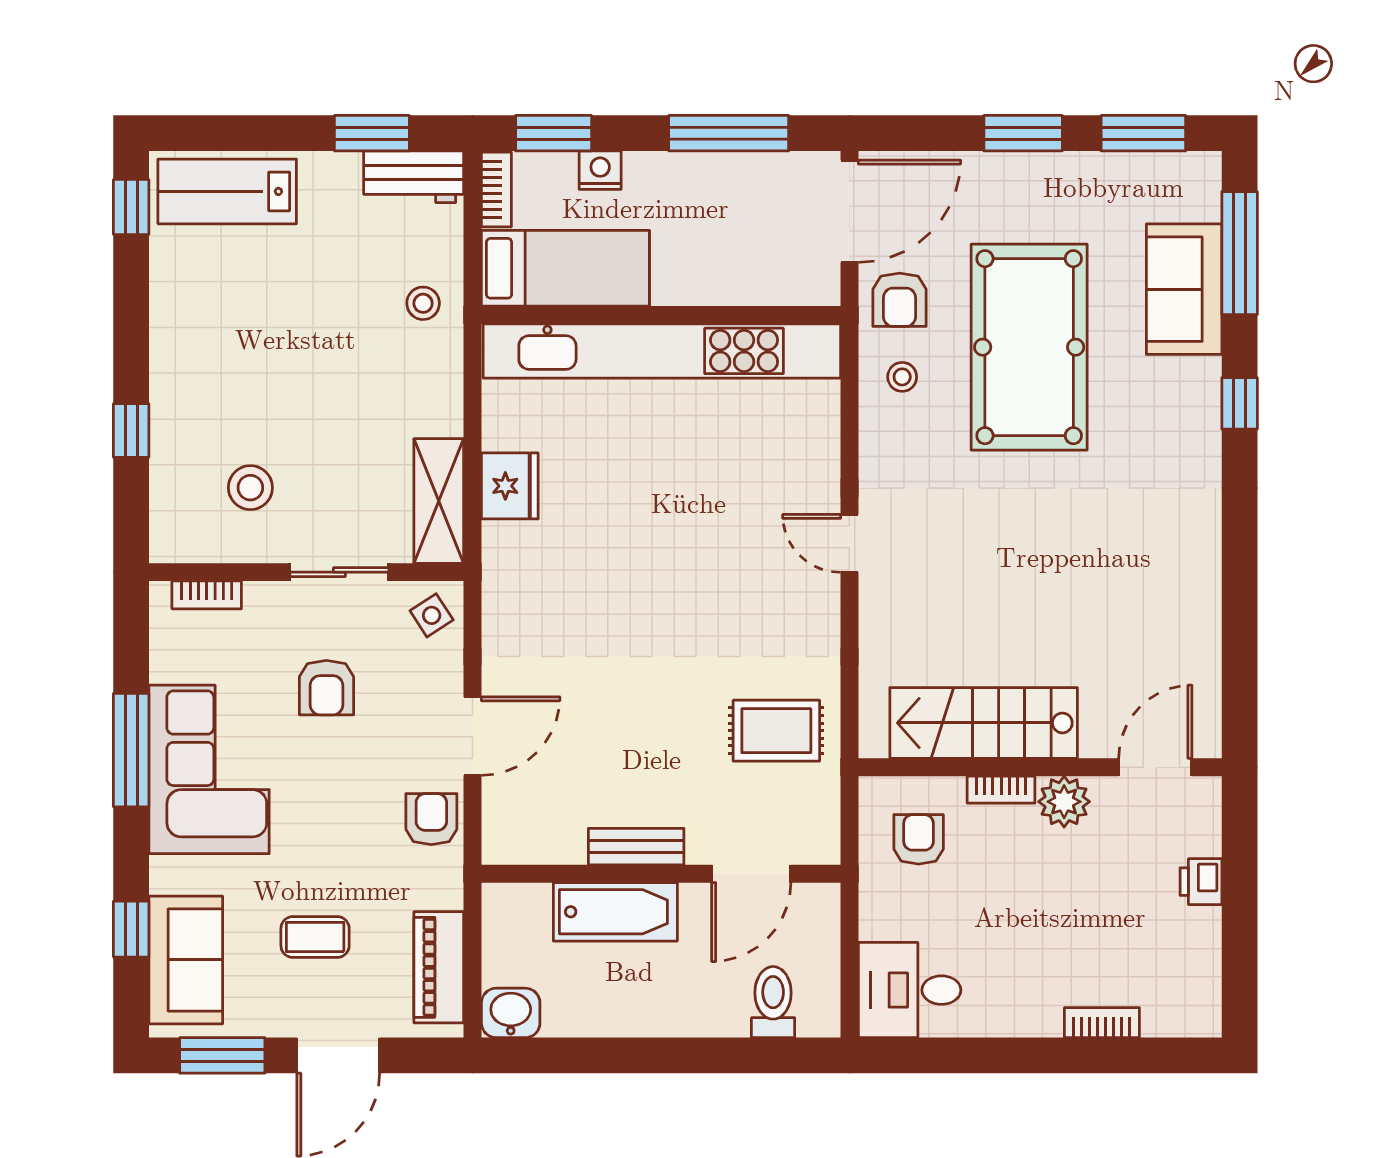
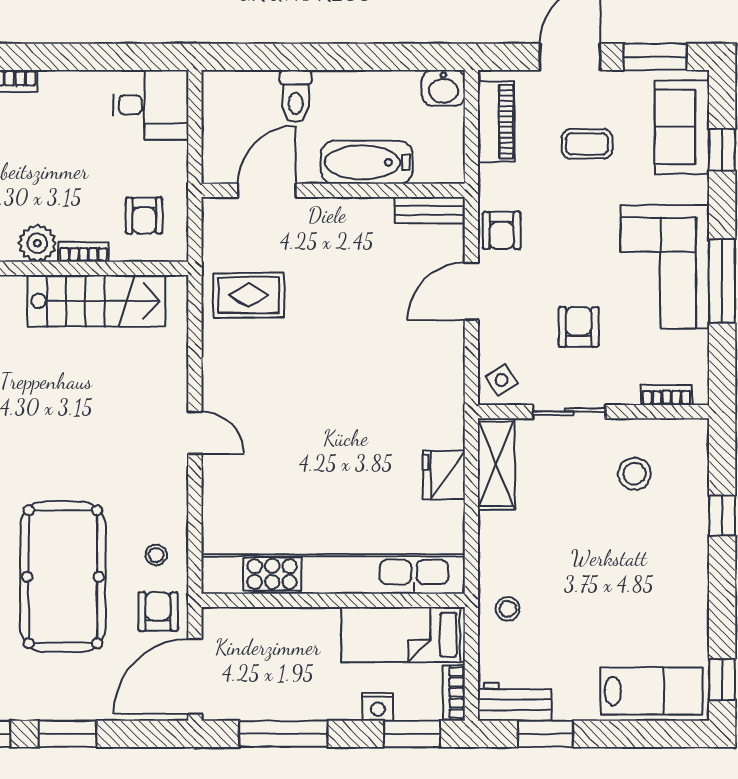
bench: (636, 847) -> (430, 210), moved
toilet: (773, 1002) -> (296, 96), moved

